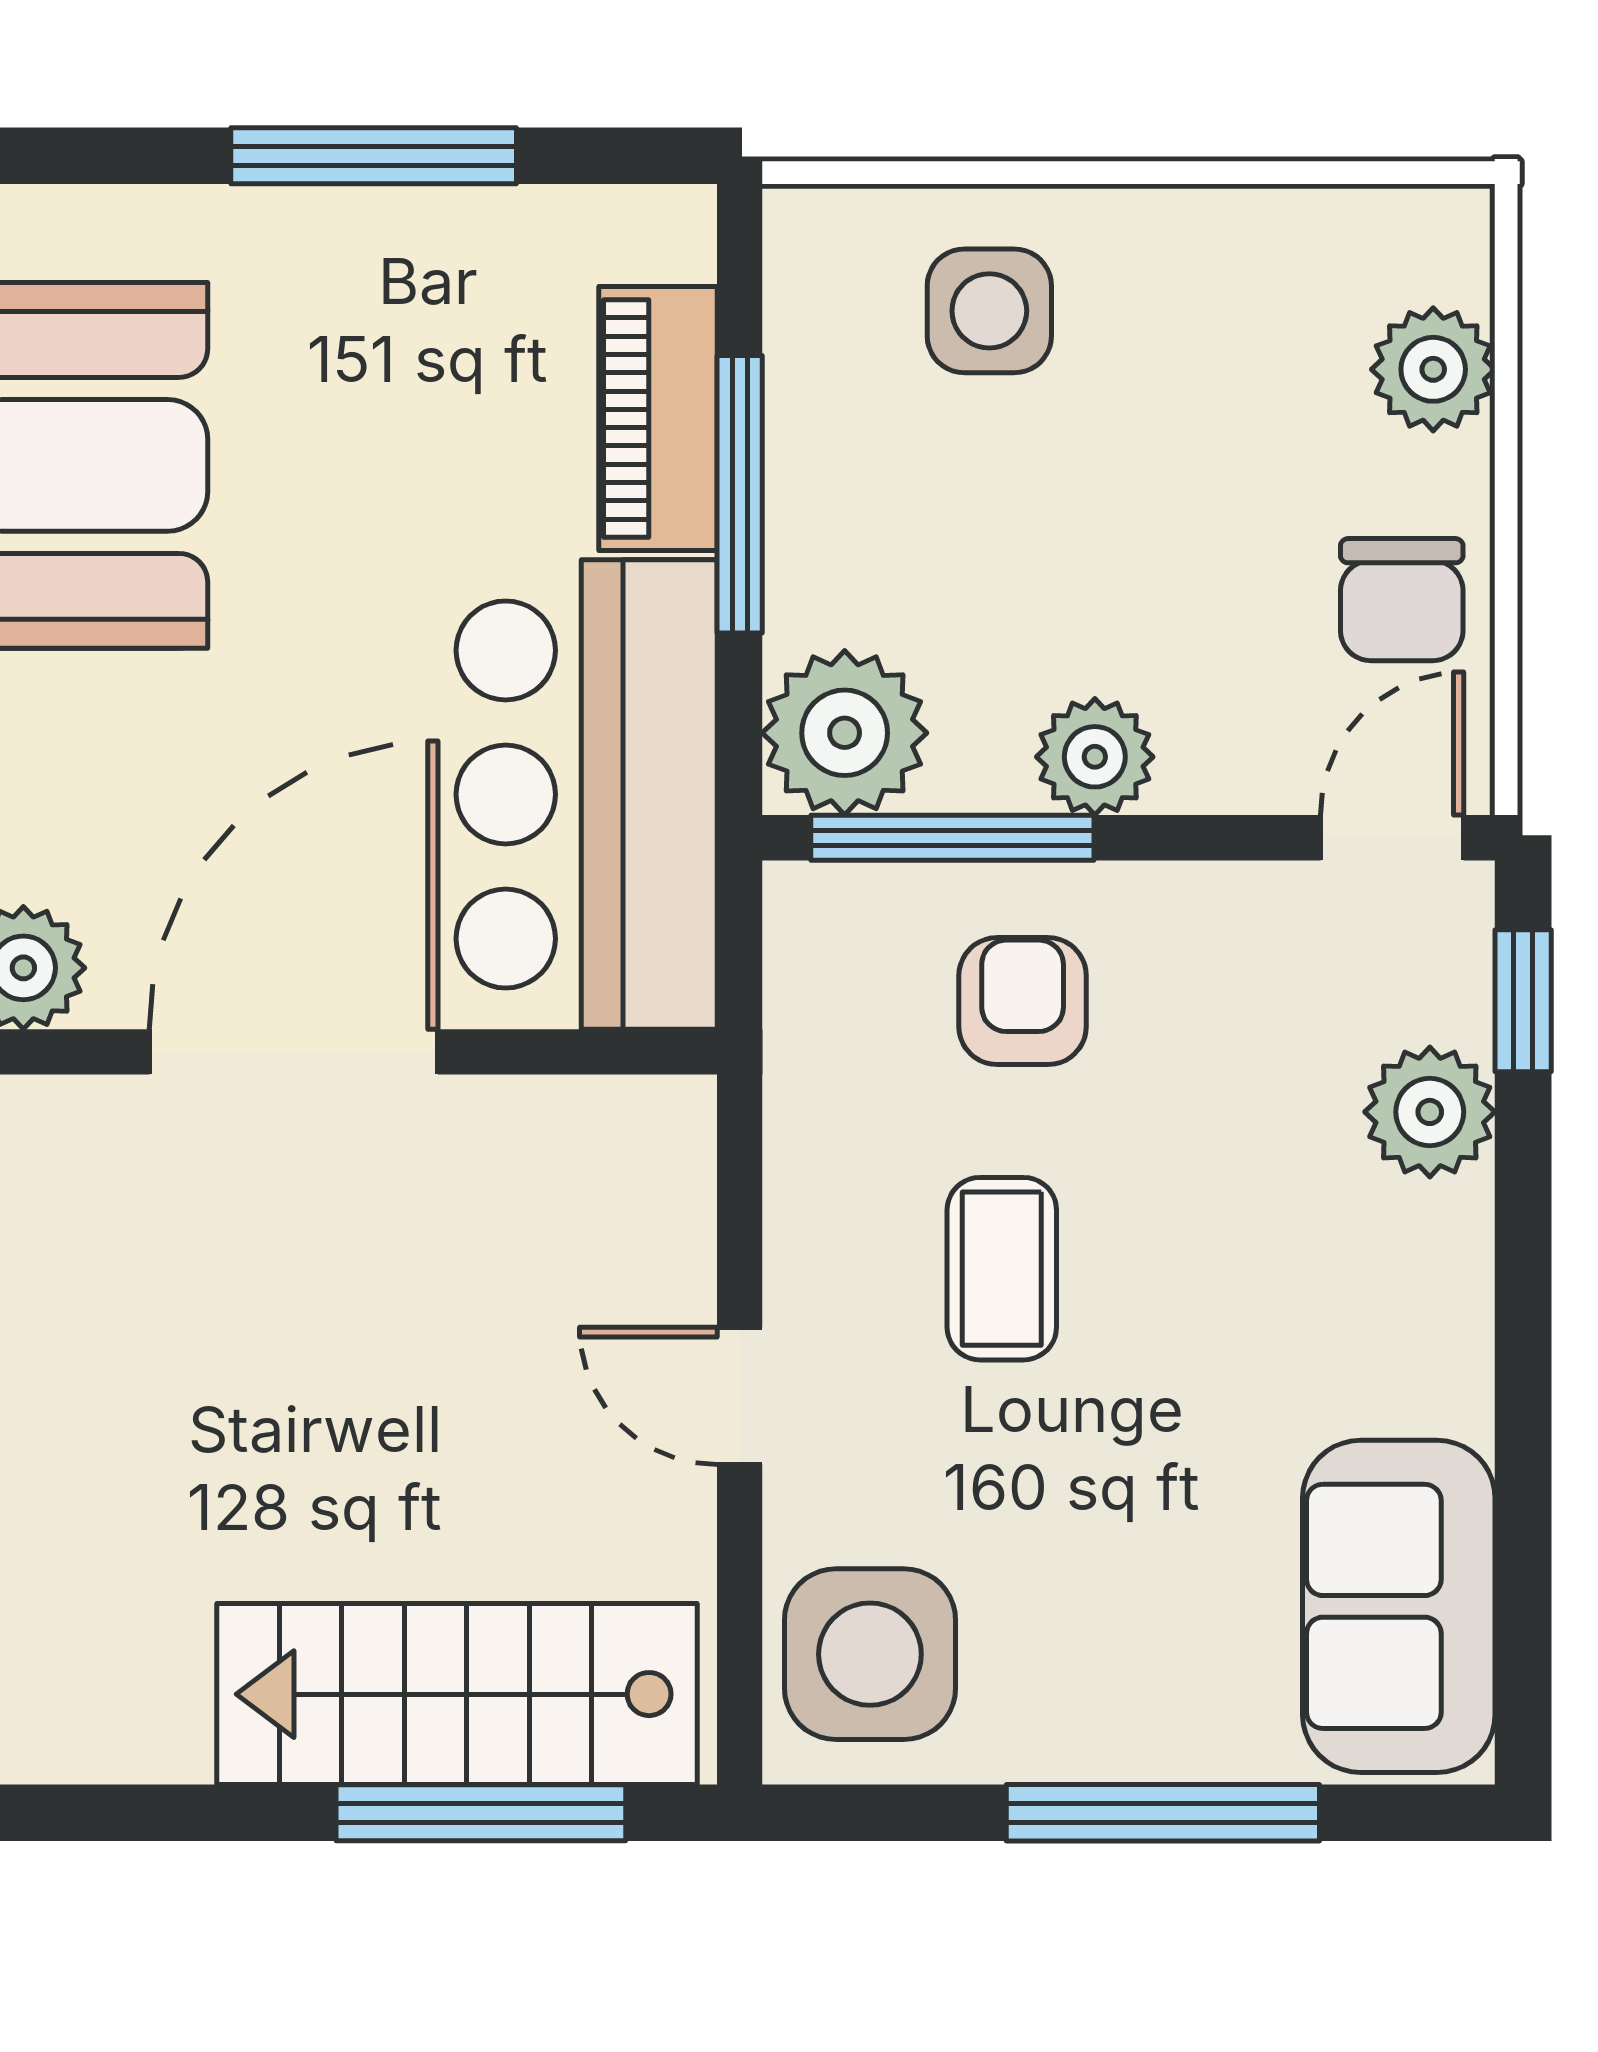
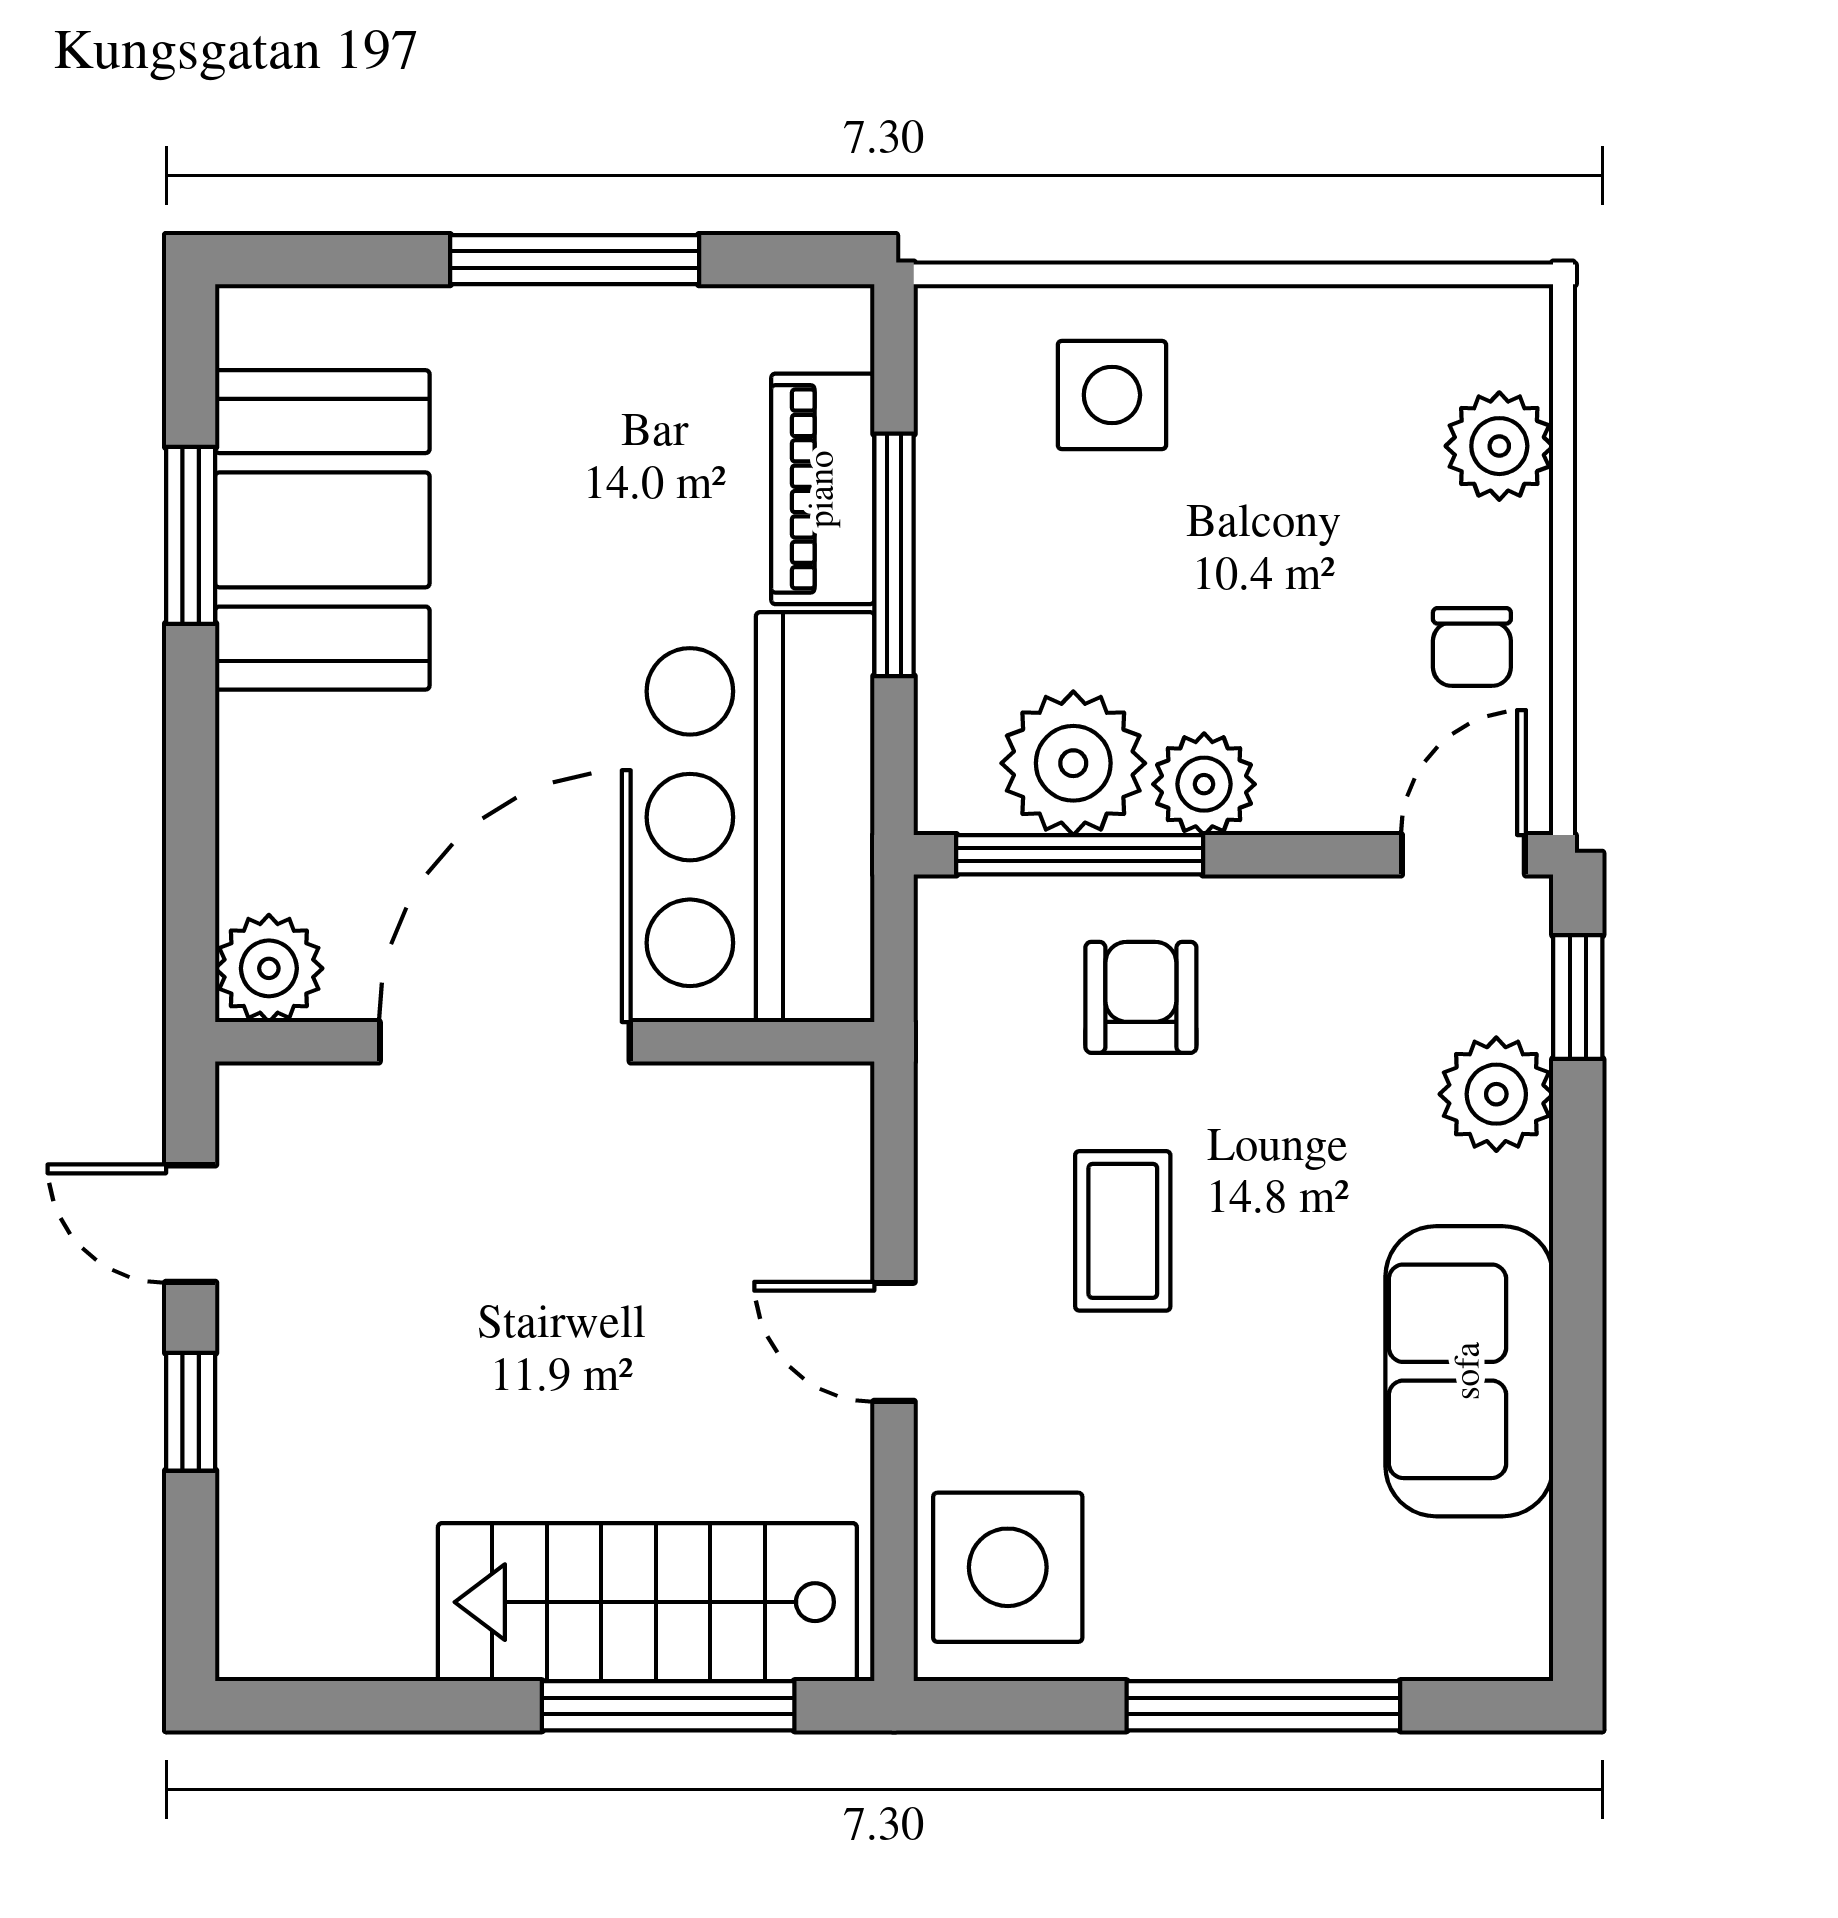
chair: (1402, 600) -> (1472, 647), width x0.73, depth x0.73
plant: (845, 733) -> (1073, 763), moved
sofa: (1399, 1606) -> (1469, 1371), moved

